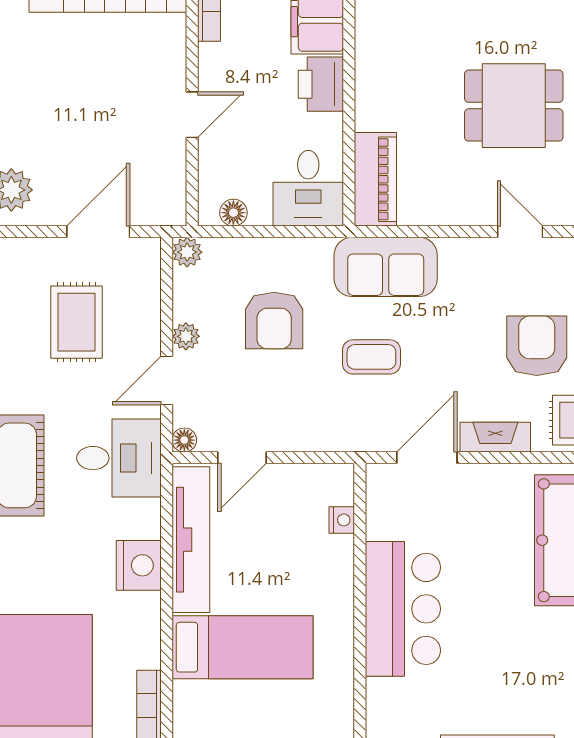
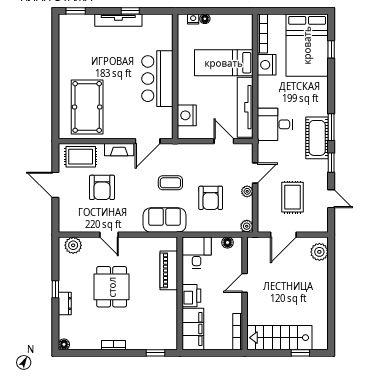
dining table: (514, 106) -> (112, 287), turned 90
piano: (375, 179) -> (169, 270), moved
armchair: (274, 321) -> (211, 198), turned 180
floor lamp: (184, 440) -> (248, 148), removed
desk: (119, 458) -> (275, 124), moved
door: (242, 458) -> (224, 141), hinge flipped
nightstand: (342, 520) -> (187, 115), width x1.89, depth x1.79
nightstand: (139, 565) -> (267, 65), moved

